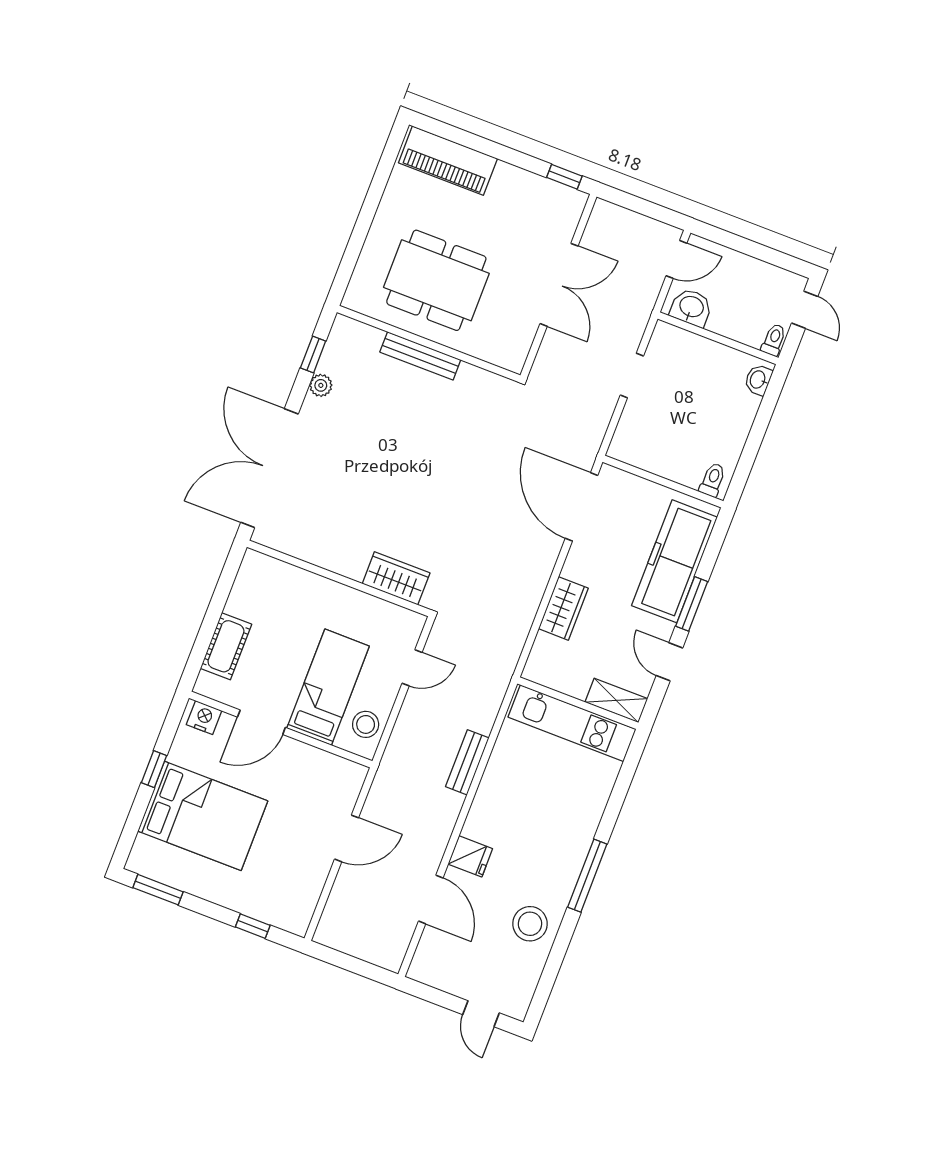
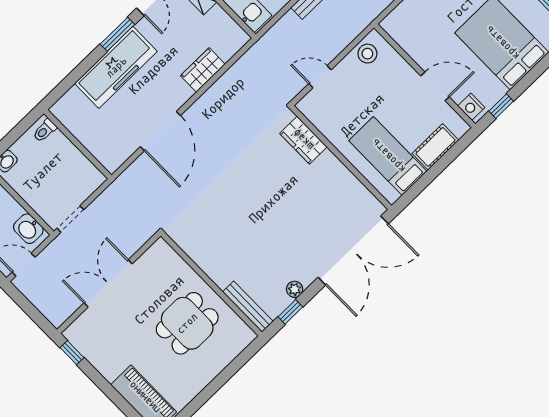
dining table: (436, 280) -> (187, 323), width x0.73
bench: (420, 356) -> (248, 307), moved
doorway: (632, 376) -> (70, 219), moved
toilet: (713, 480) -> (45, 130), moved
wall: (663, 482) -> (78, 144), moved
bed: (328, 687) -> (388, 156), moved, turned 90
window: (154, 769) -> (501, 106), moved

